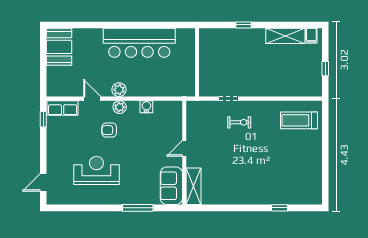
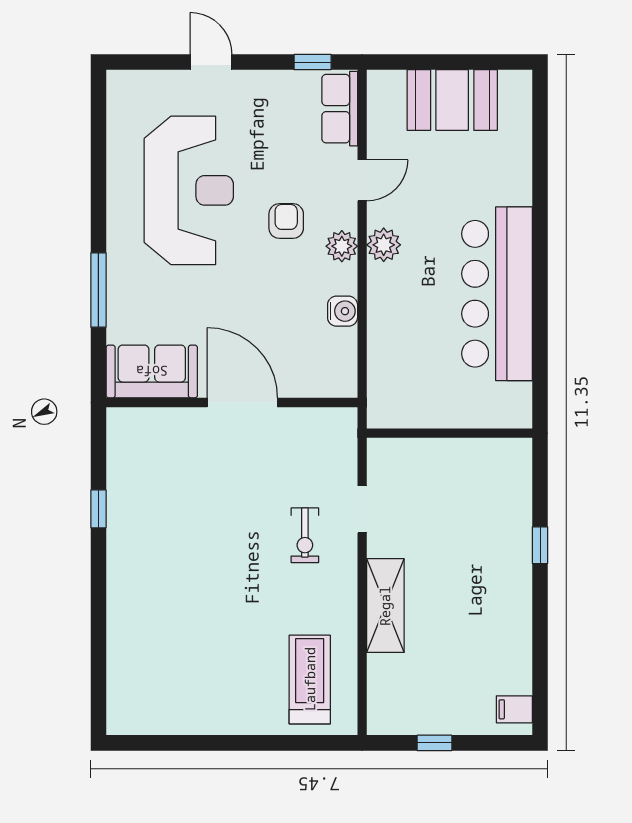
shelving: (285, 36) -> (385, 606), moved
booth: (59, 47) -> (452, 100), moved
door: (184, 148) -> (242, 402), width x1.88
reception desk: (96, 170) -> (189, 190), width x1.36, depth x1.30
door: (43, 182) -> (211, 62), moved
shelving: (194, 186) -> (151, 425), removed
window: (280, 208) -> (98, 509), moved

